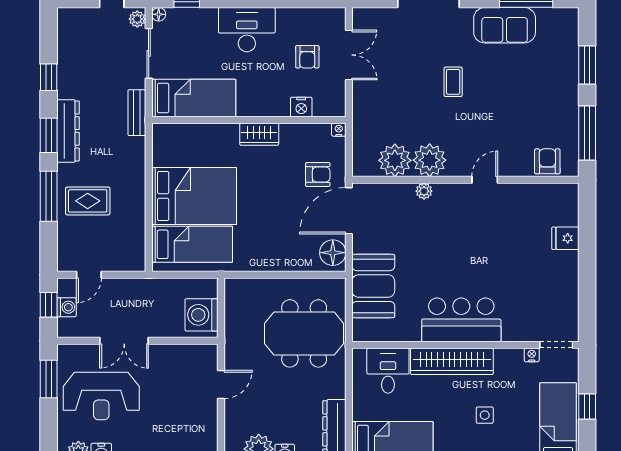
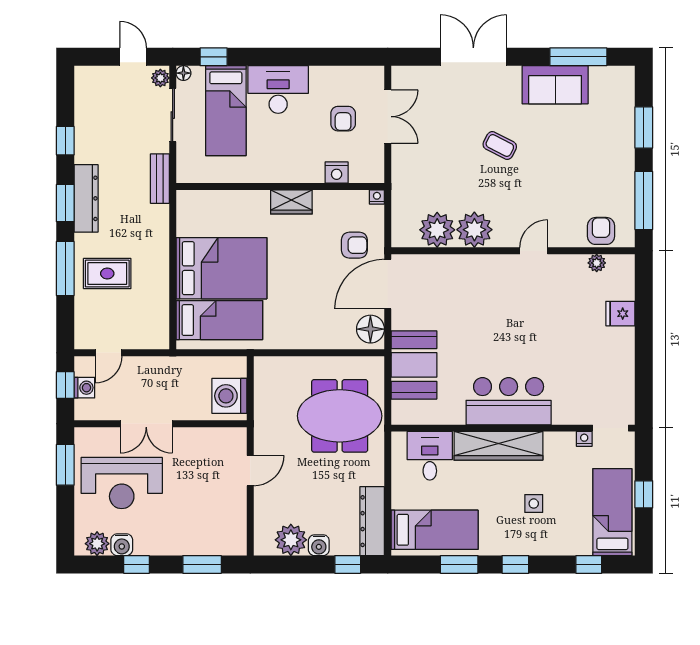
coffee table: (453, 82) -> (500, 145), turned -63
bed: (194, 98) -> (226, 111), moved, turned 90
plant: (424, 191) -> (597, 263), moved

